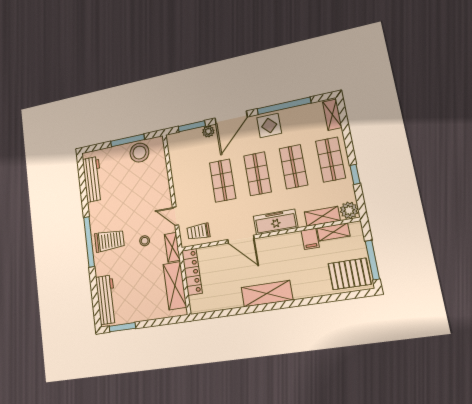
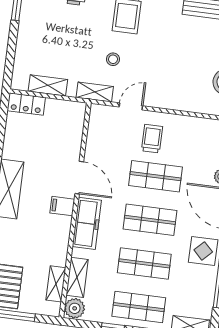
trolley: (198, 232) -> (152, 139), moved
door: (241, 239) -> (79, 178), swing flipped
filing cabinet: (310, 239) -> (62, 206), moved
locker: (192, 272) -> (26, 104), moved, width x0.66
shelving: (175, 286) -> (48, 85), width x0.67, depth x0.75

